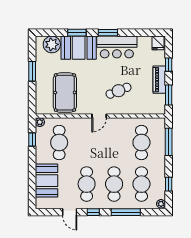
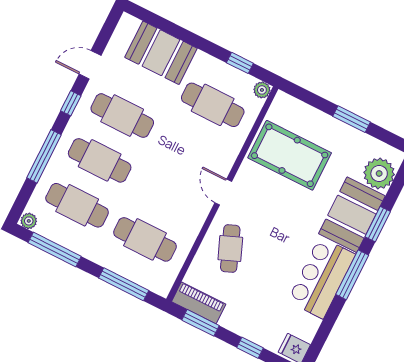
window: (108, 33) -> (352, 275), width x1.44
piano: (159, 80) -> (199, 303), moved
cafe table: (118, 91) -> (230, 249), moved
window: (169, 184) -> (55, 250), width x2.17

